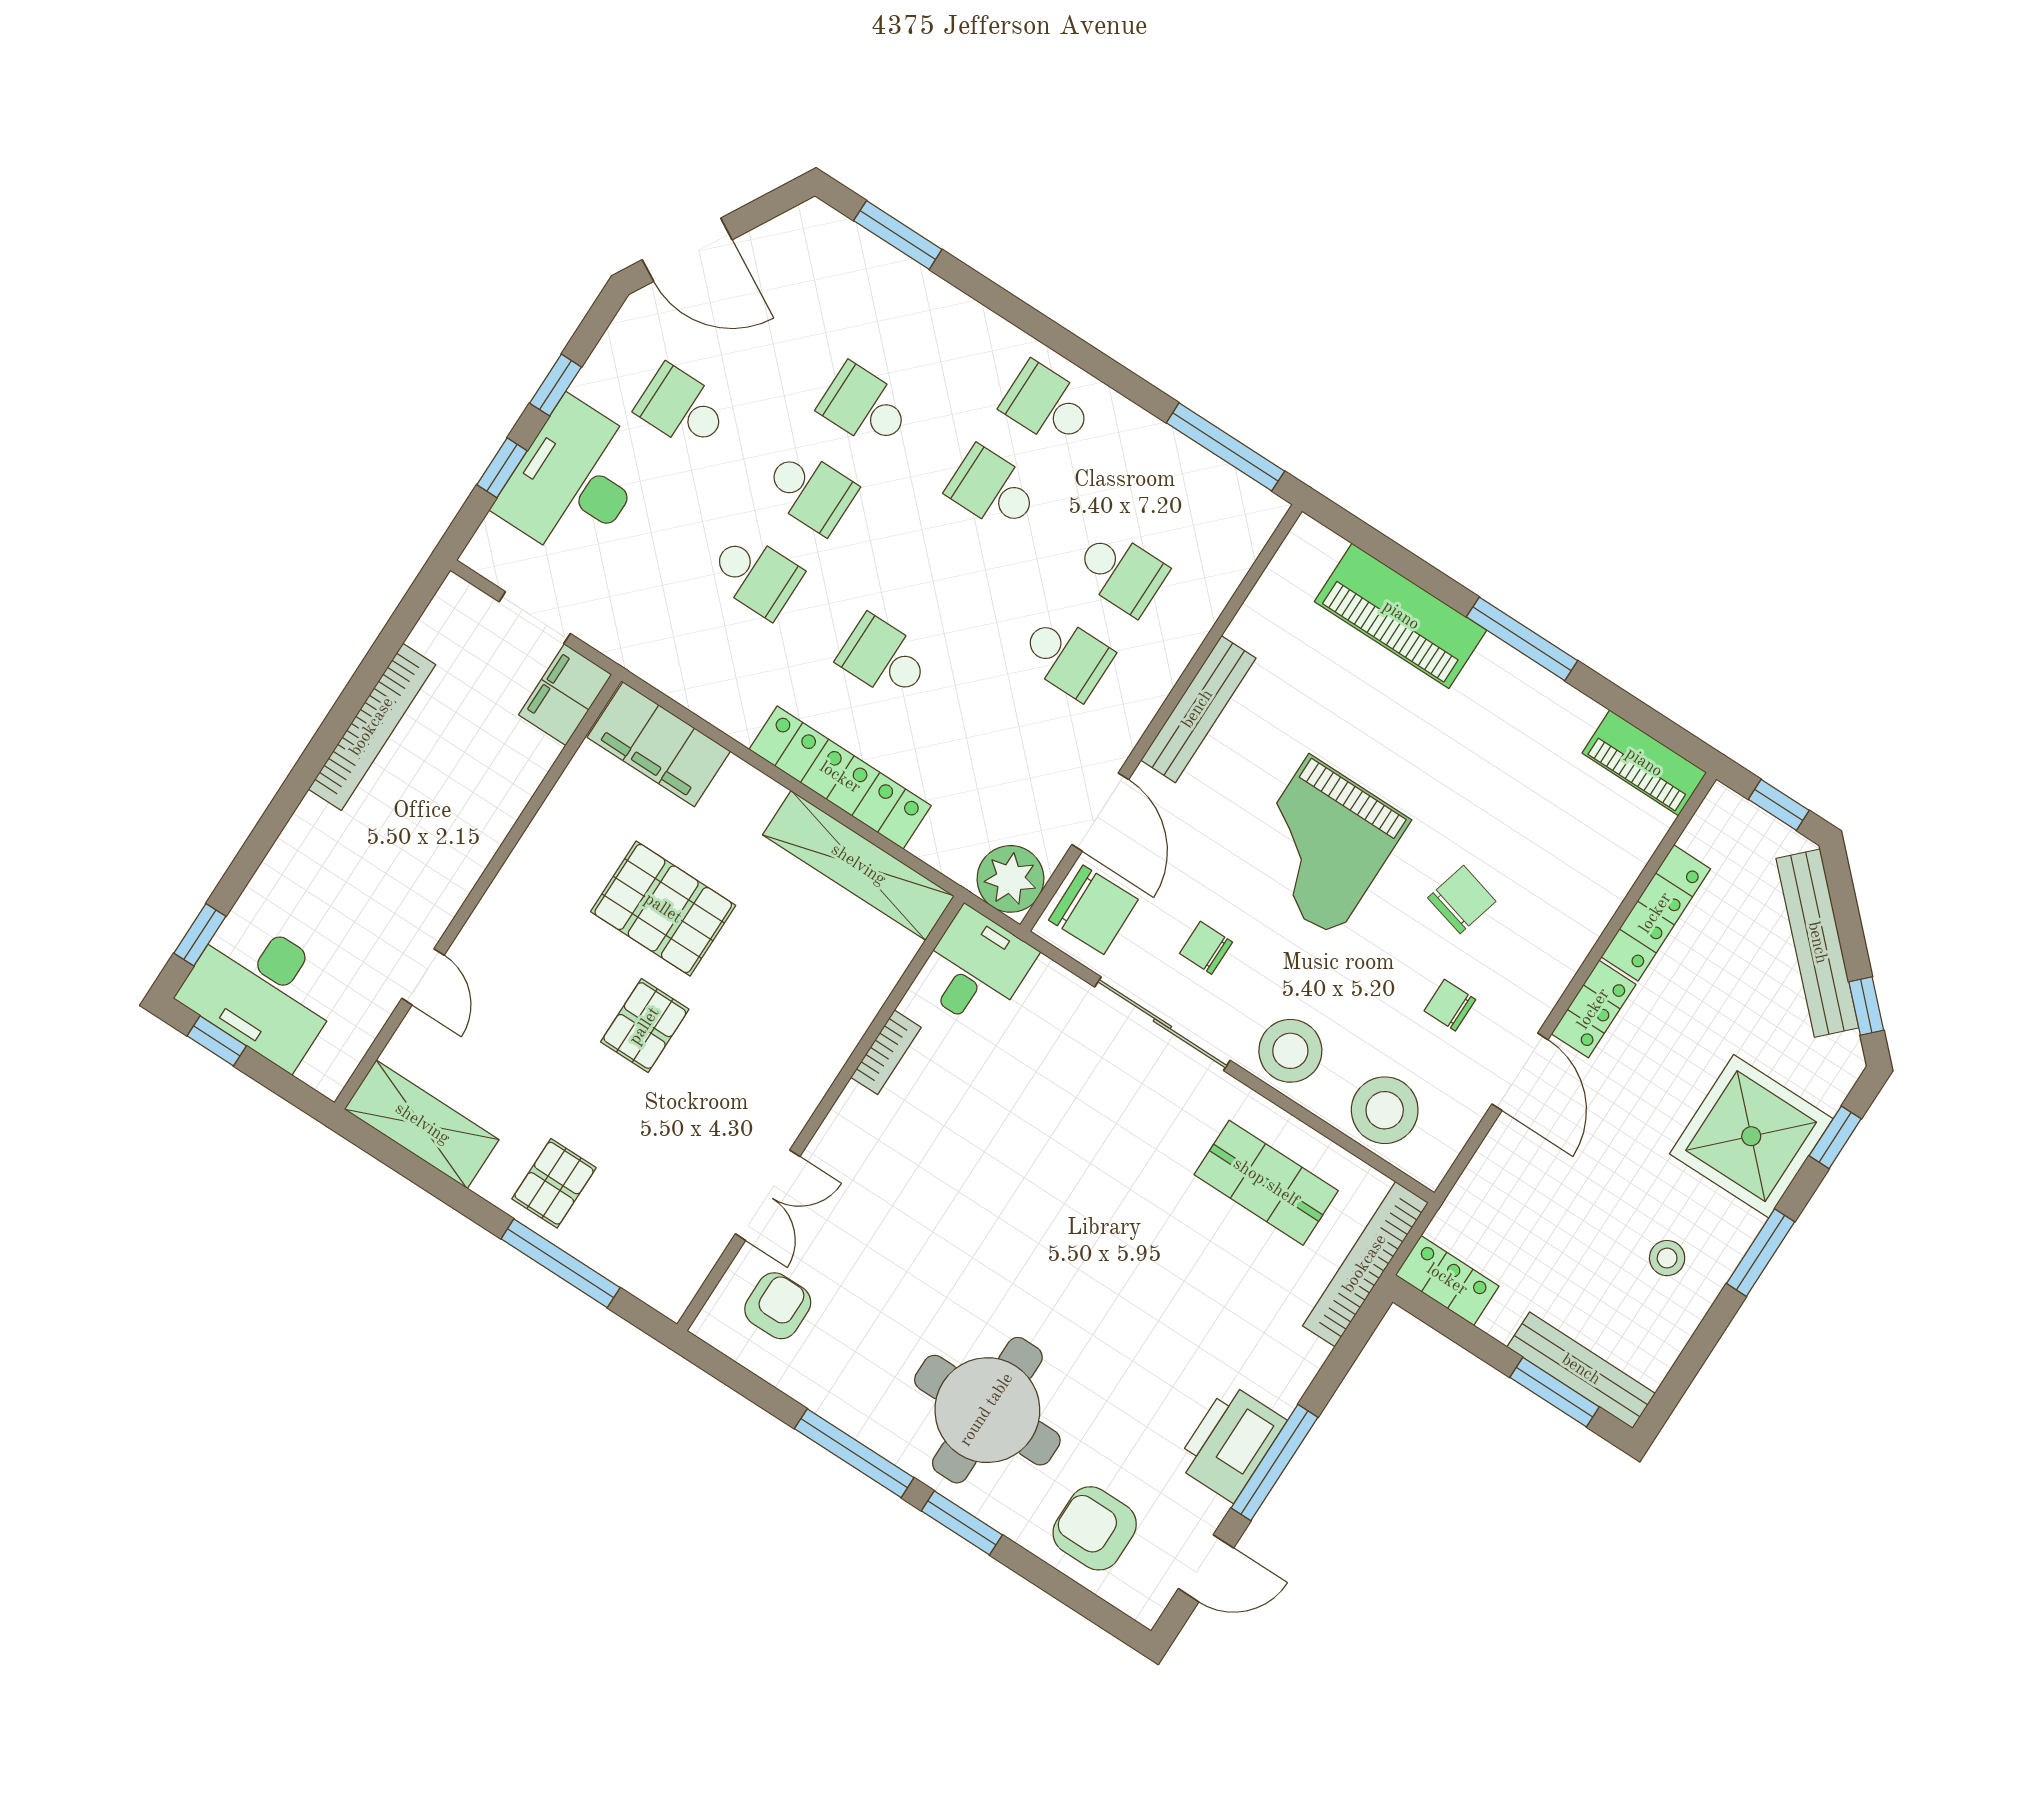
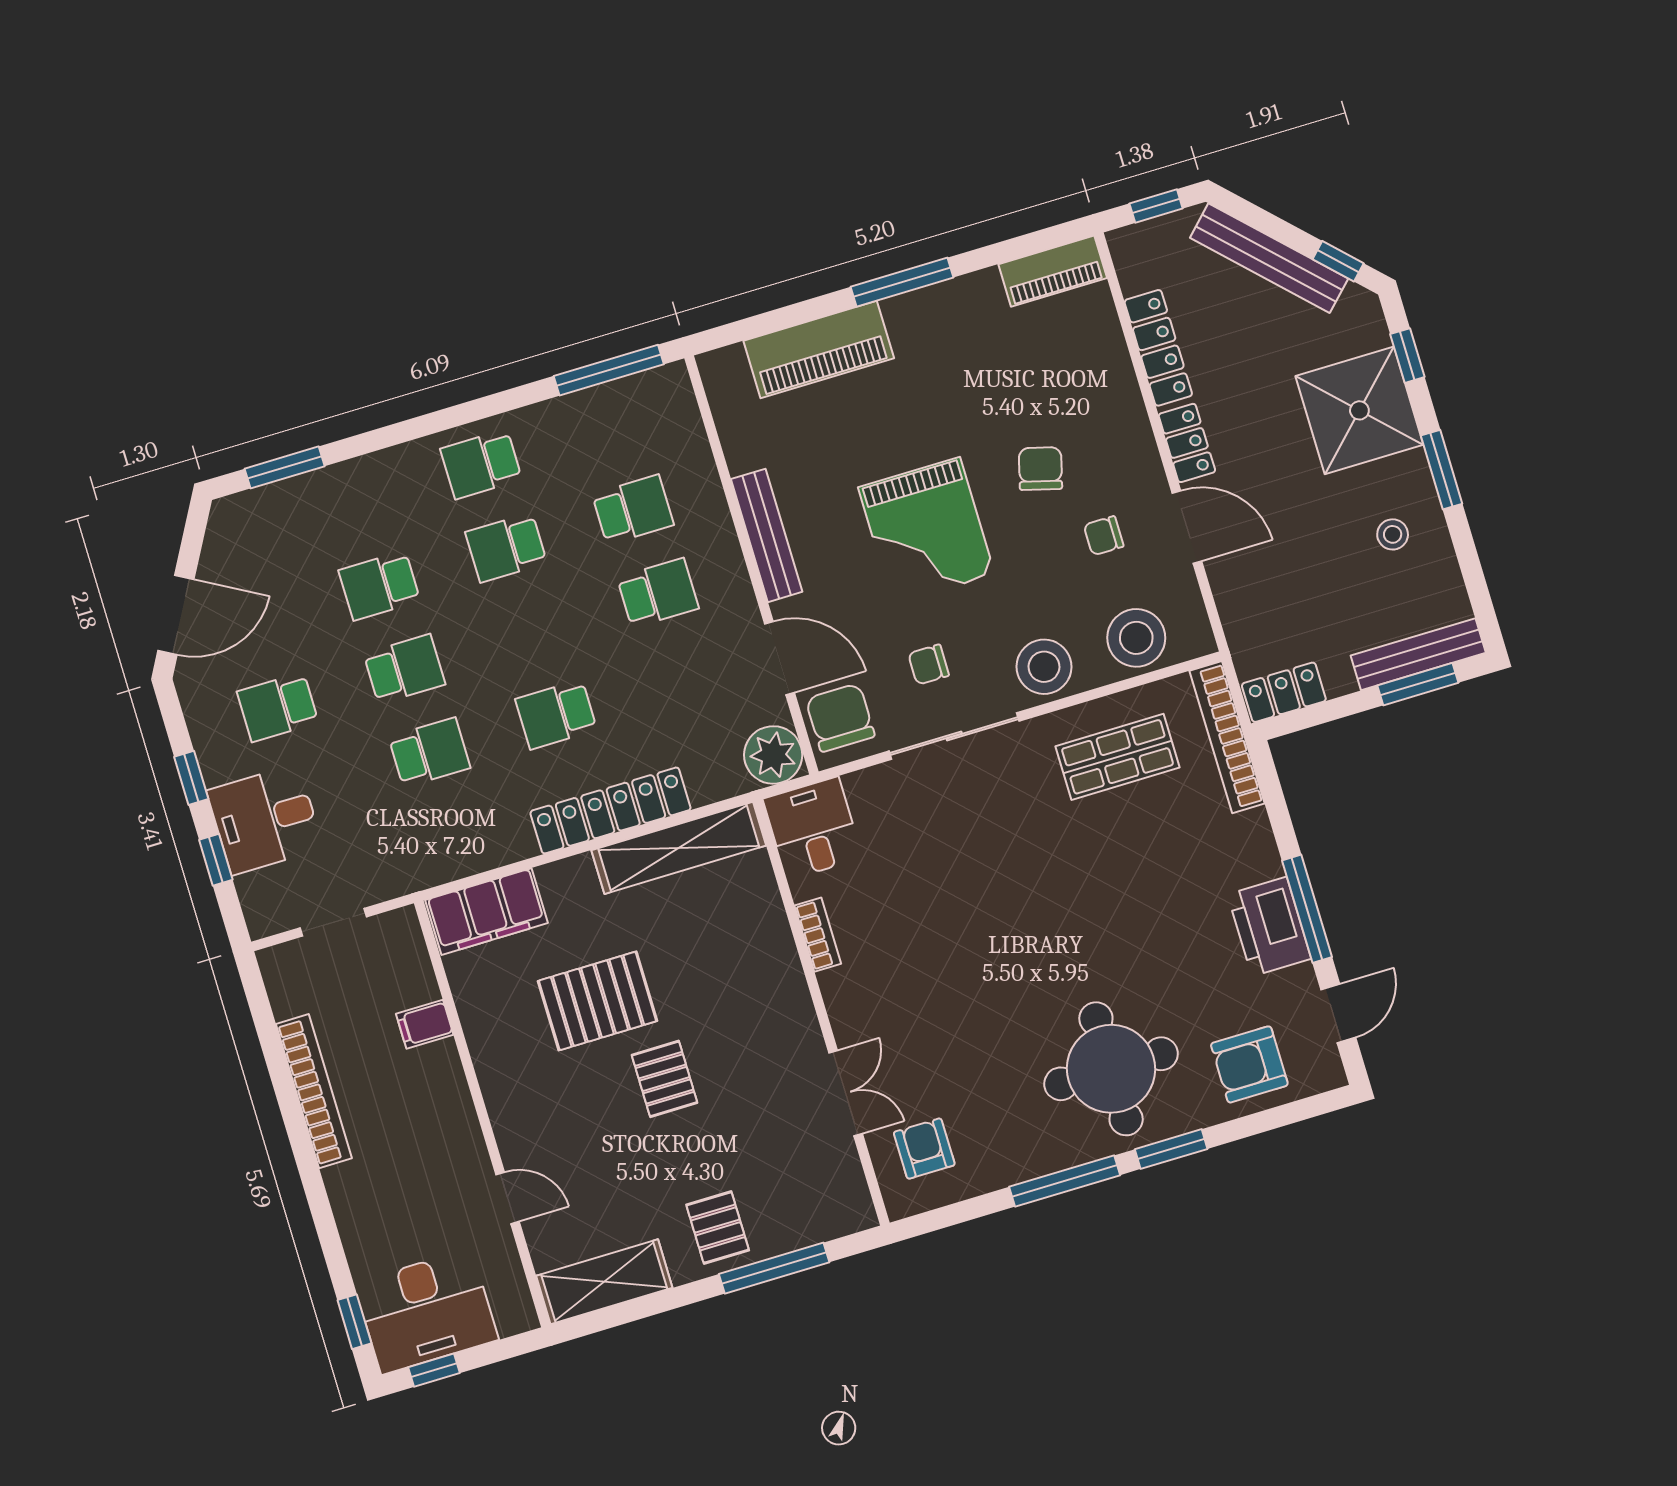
desk: (574, 481) -> (265, 819), width x0.73
filing cabinet: (565, 695) -> (425, 1024), moved, width x0.50
chair: (1093, 910) -> (840, 718), turned -89

